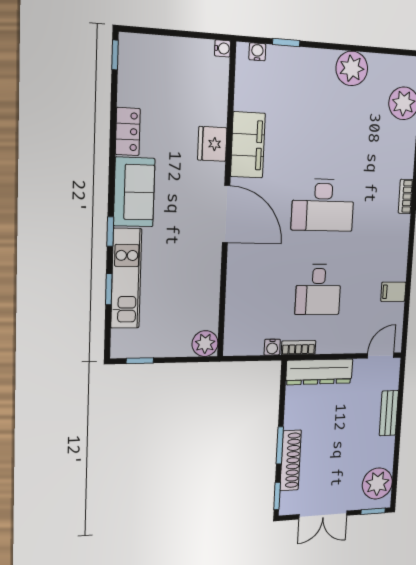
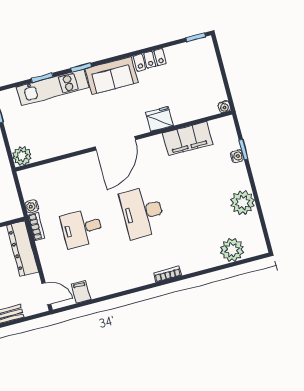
water cooler: (257, 52) -> (237, 156), moved
filing cabinet: (248, 145) -> (187, 139), moved
filing cabinet: (393, 292) -> (81, 292), moved

